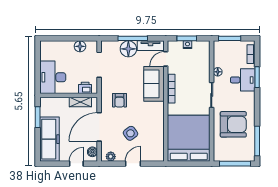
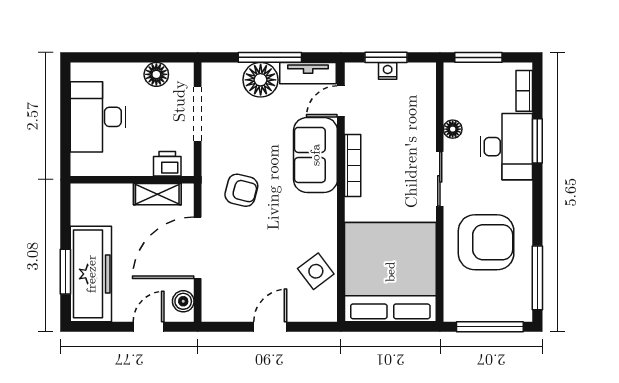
desk: (53, 77) -> (98, 117), moved
desk: (243, 80) -> (506, 147), width x1.37
armchair: (119, 100) -> (241, 190), turned -76
window: (38, 117) -> (65, 272), moved
side table: (130, 133) -> (316, 271), moved
plant: (111, 157) -> (222, 311), removed

